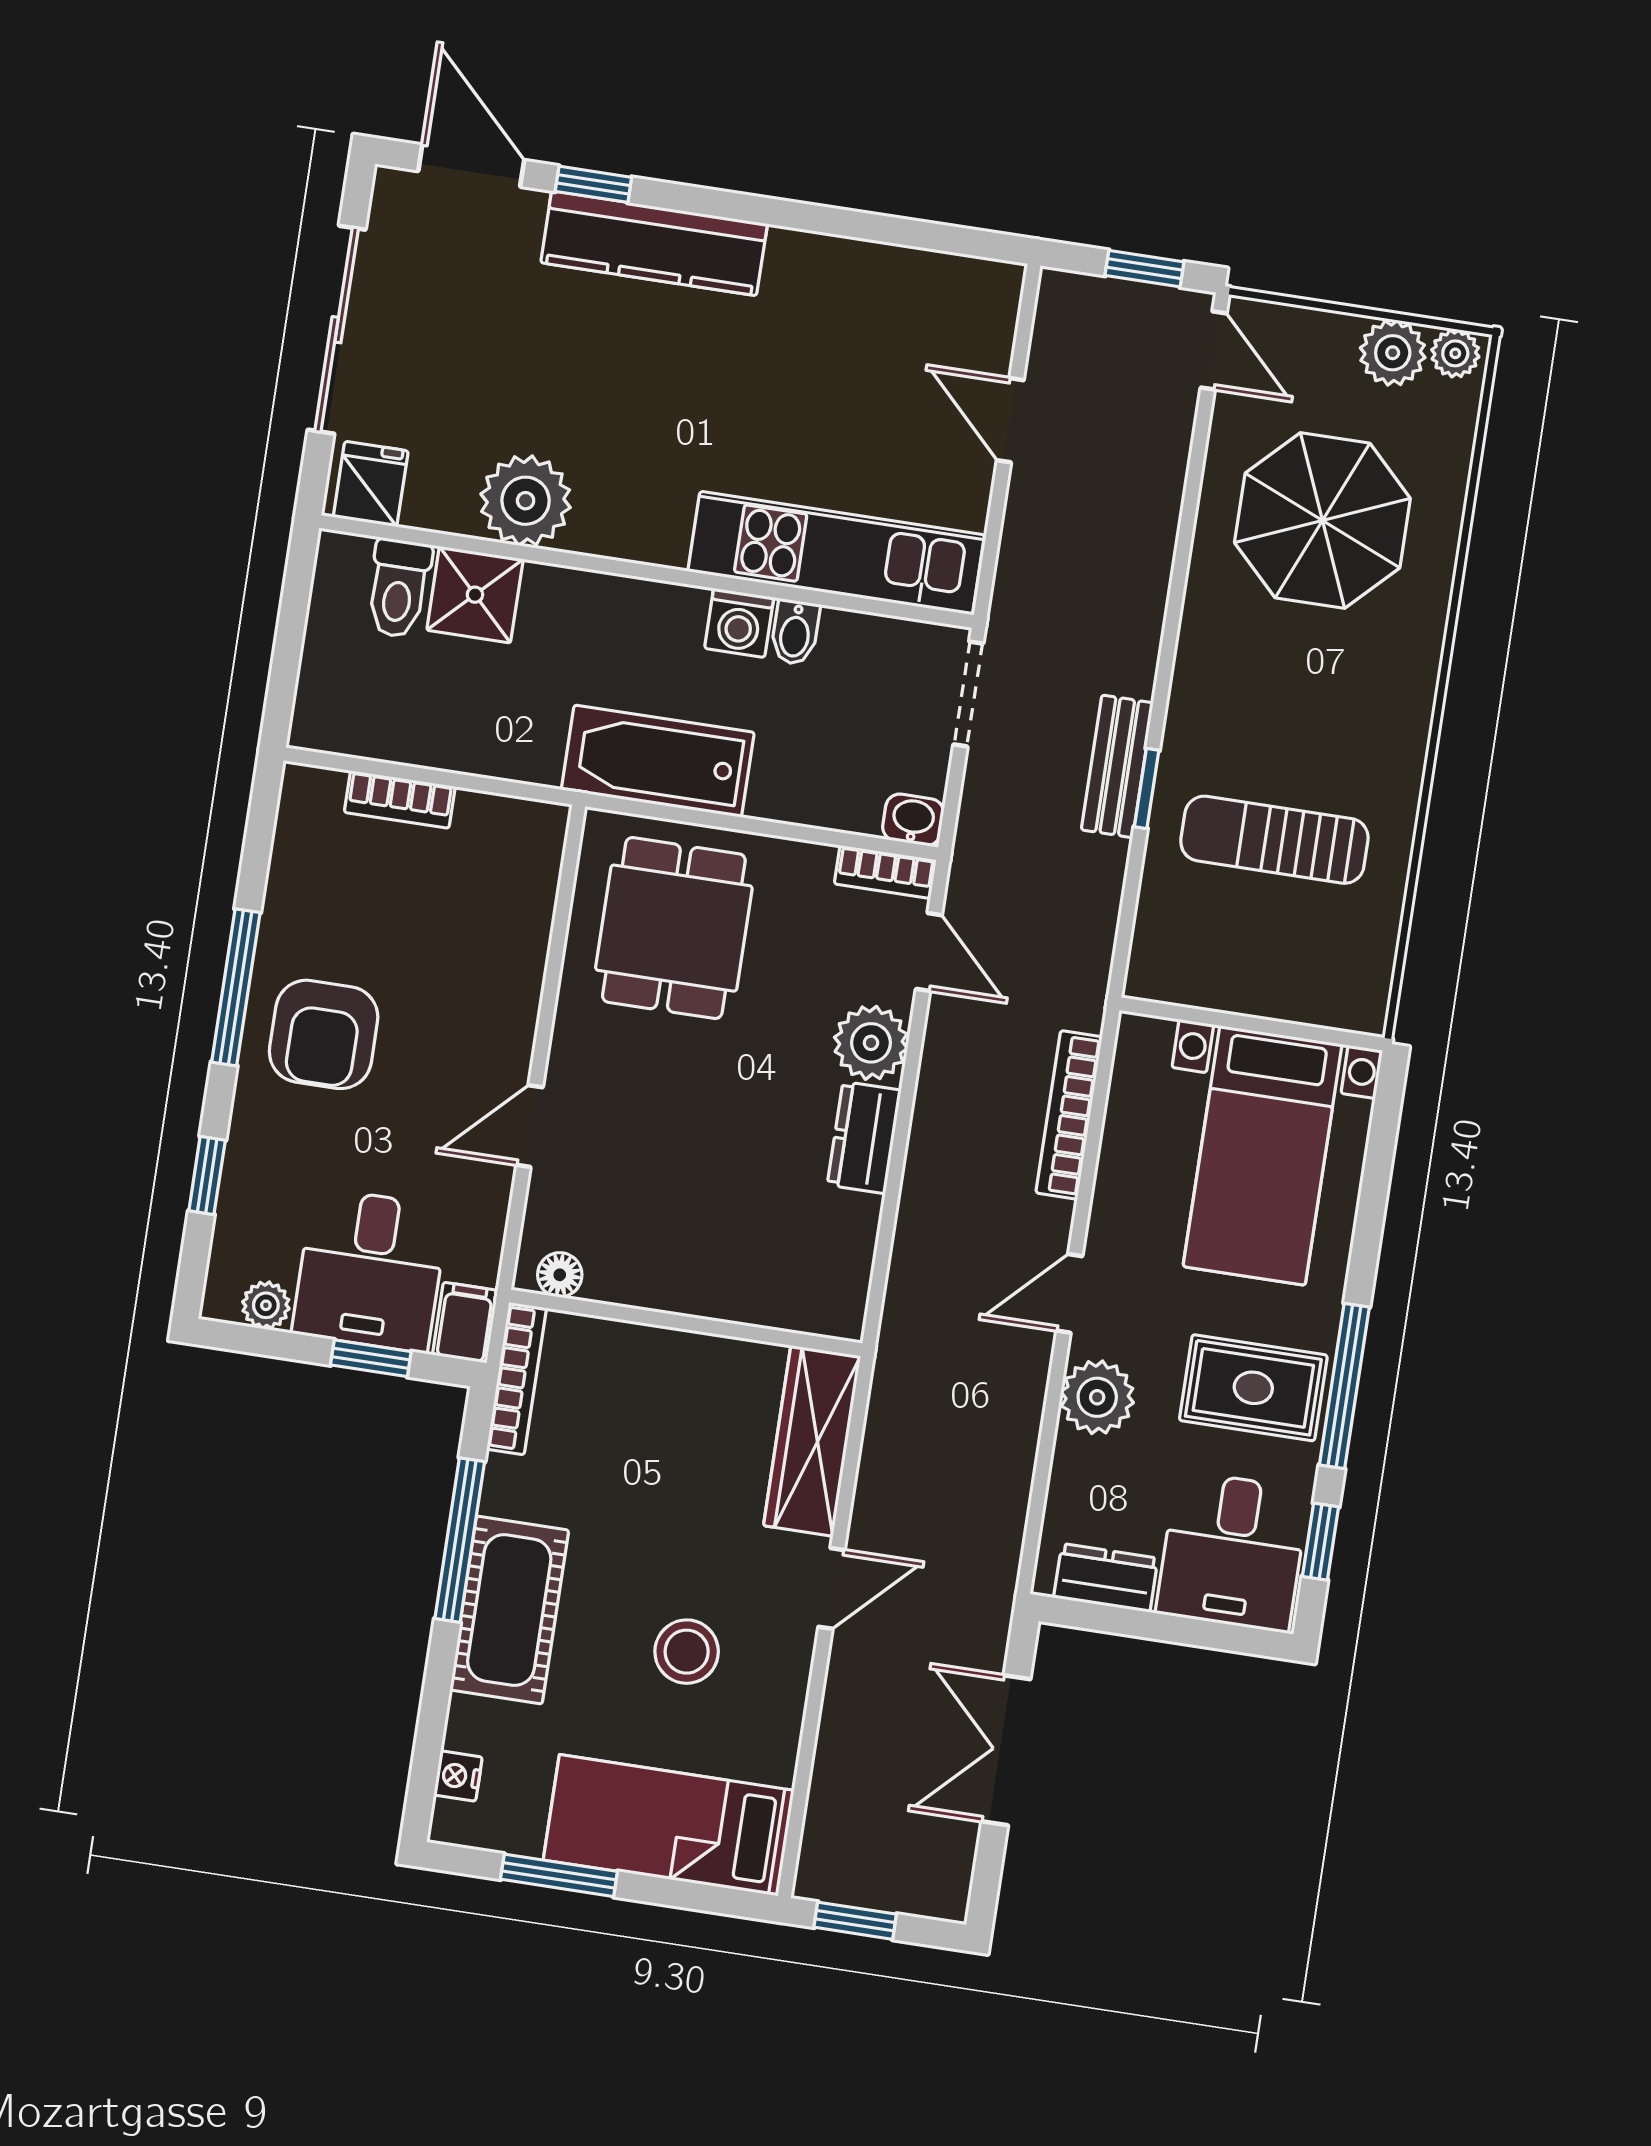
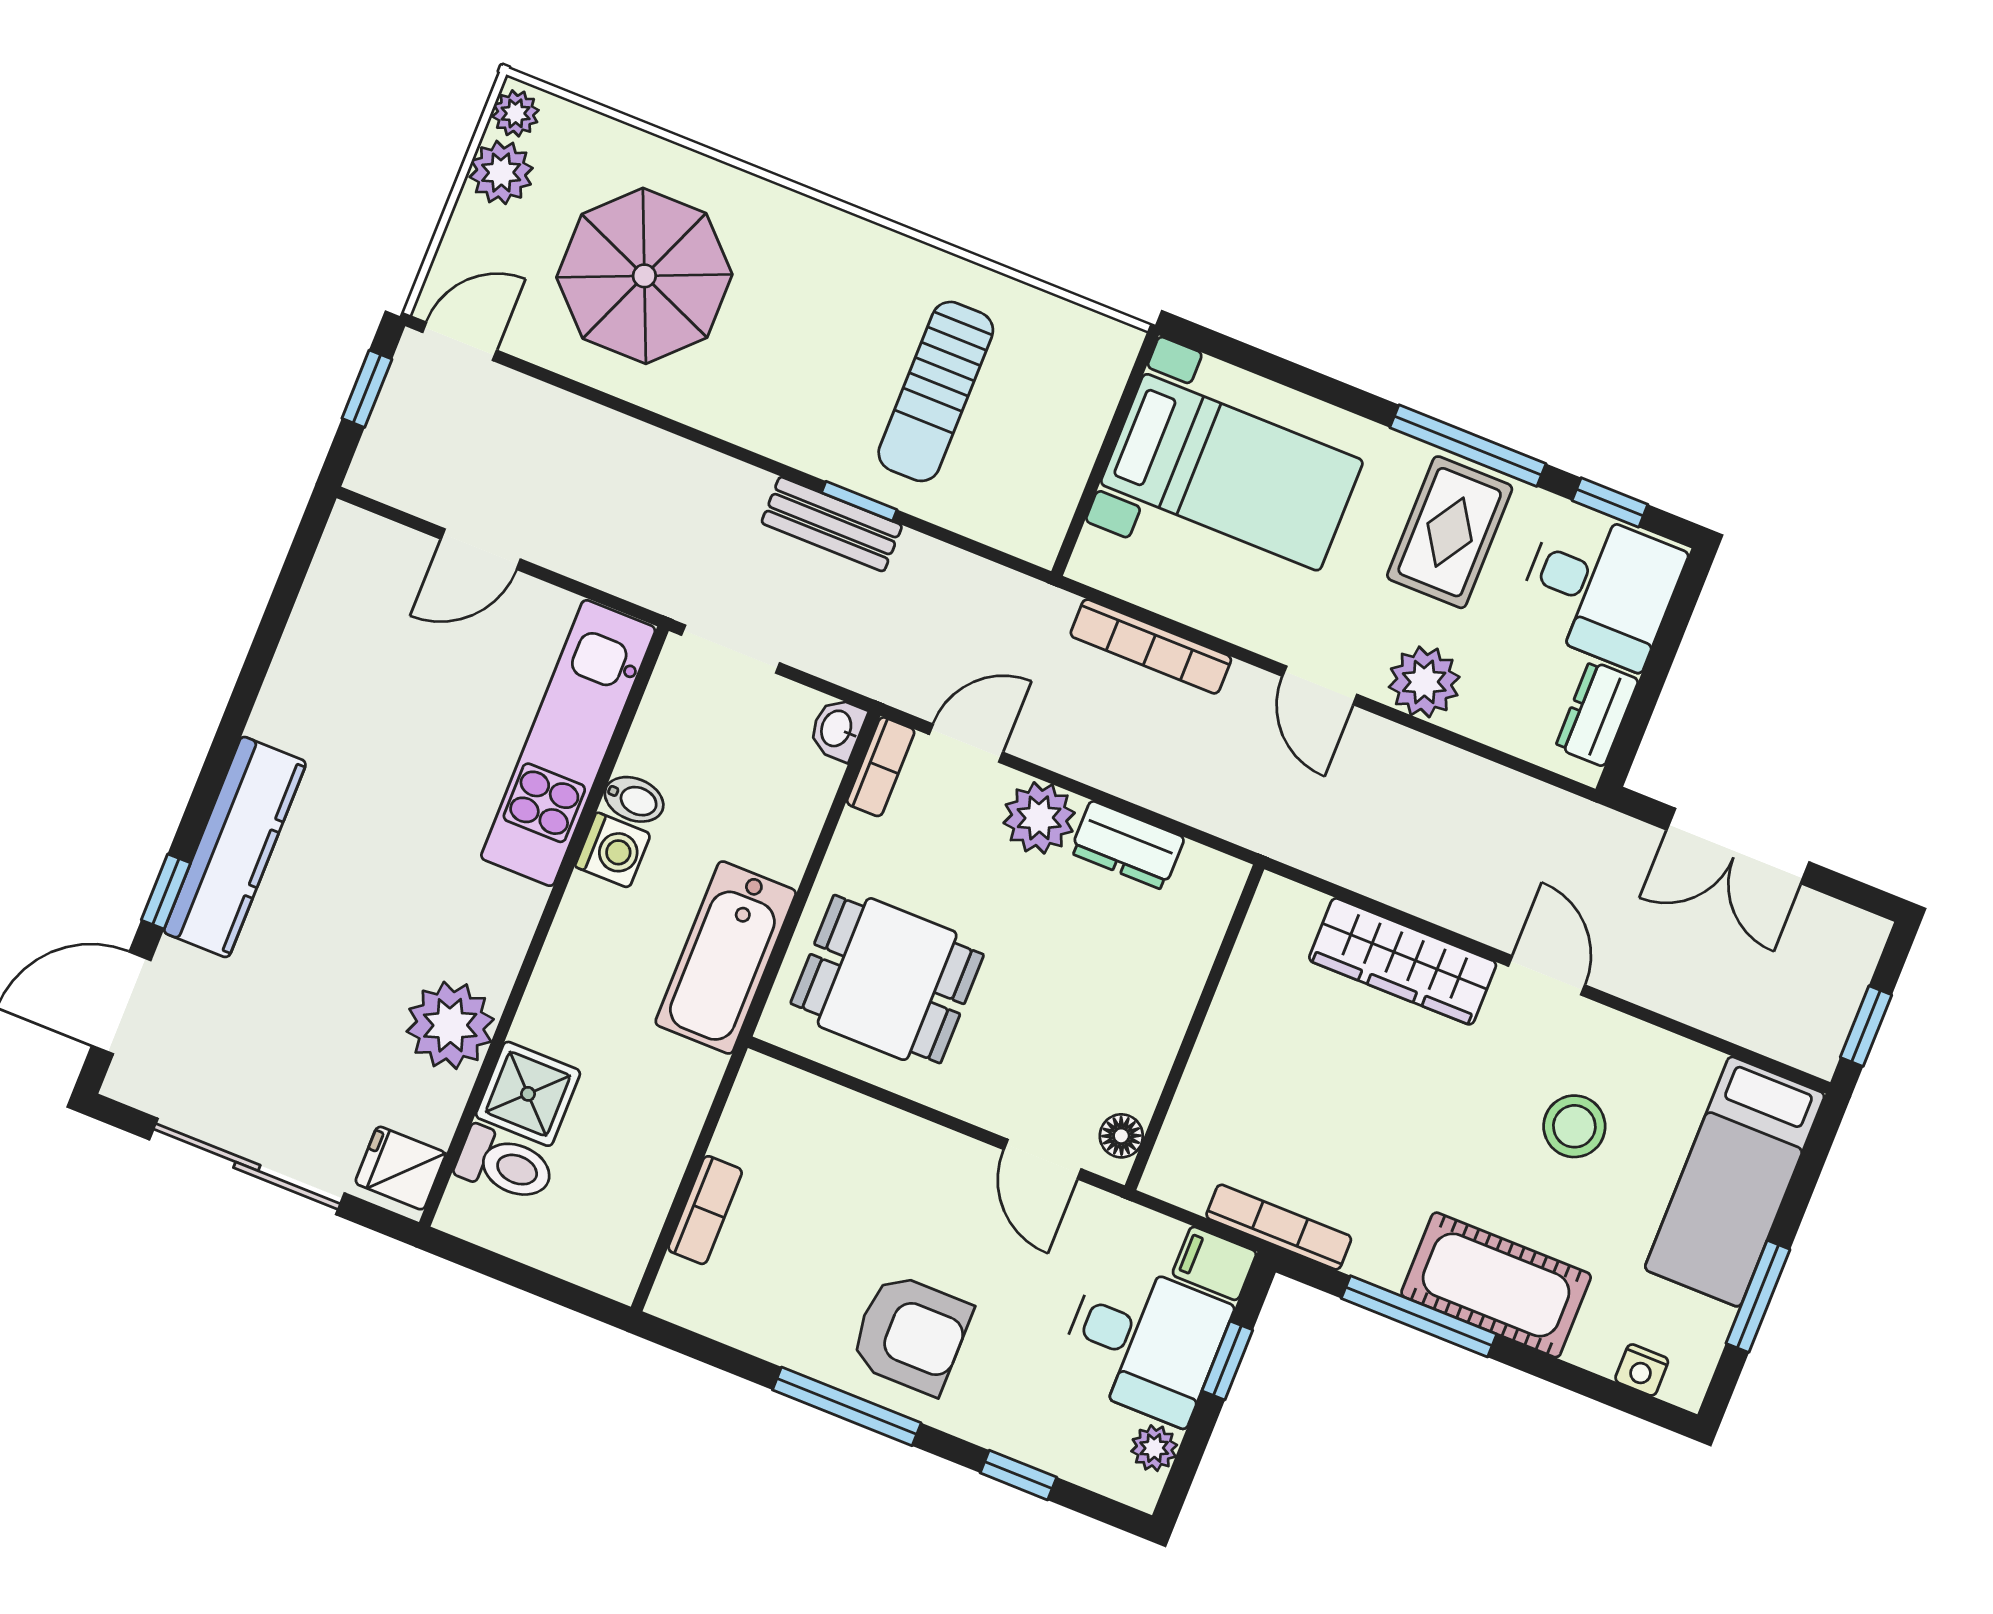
floor lamp: (560, 1275) -> (1121, 1136), moved
wall: (686, 1323) -> (1195, 1027), moved

